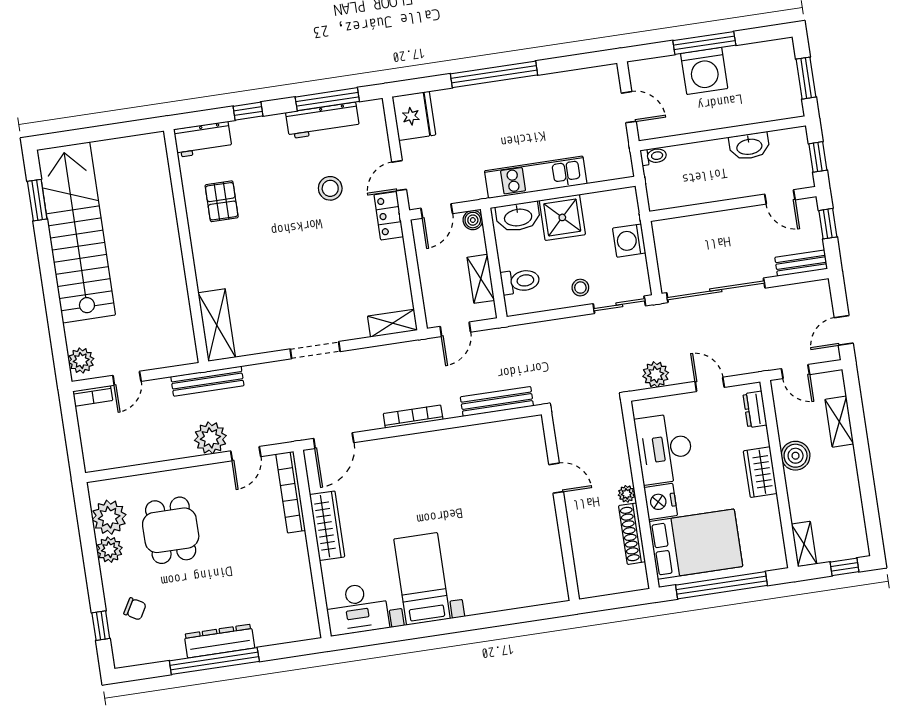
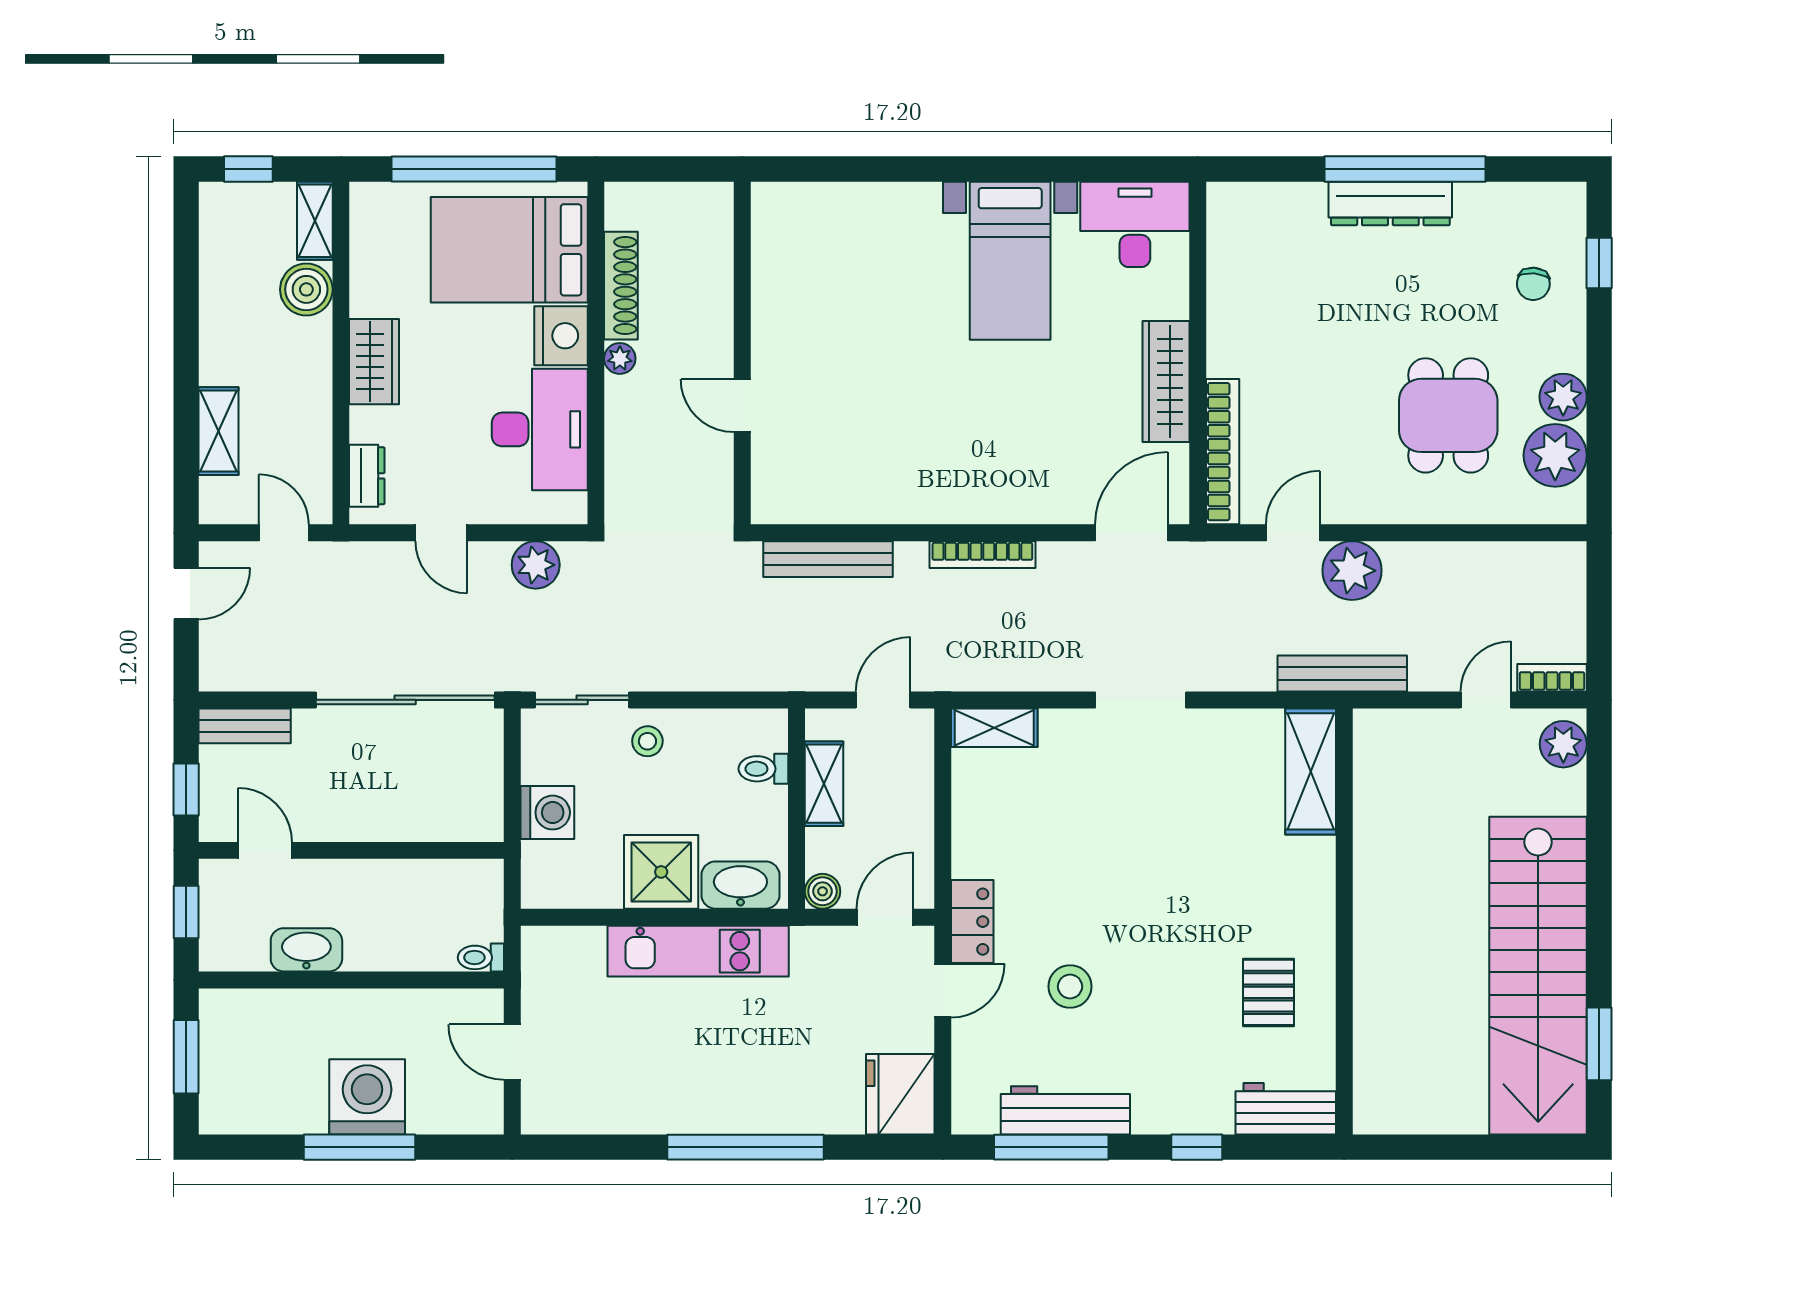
toilet: (520, 281) -> (763, 769), width x0.73, depth x0.72
boiler: (796, 456) -> (306, 289), moved
chair: (135, 609) -> (1533, 284), turned -115

